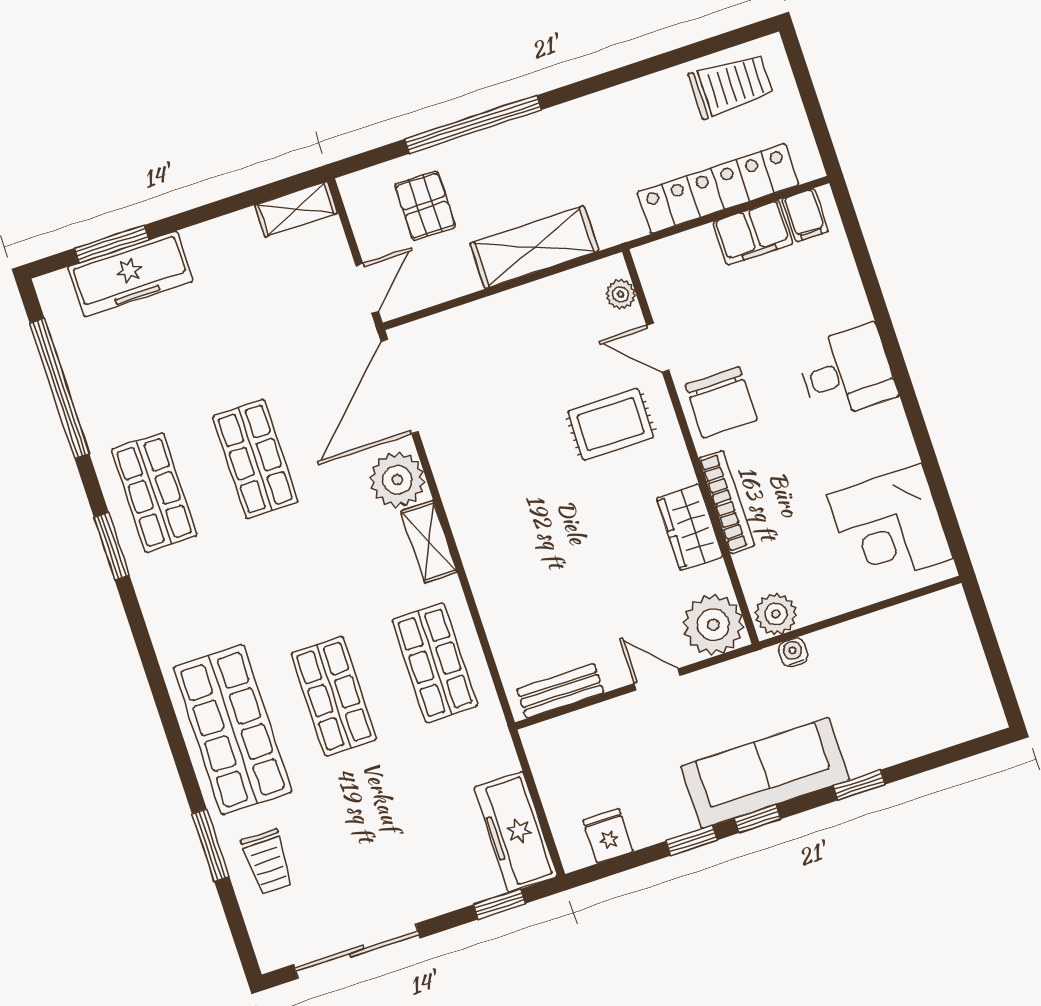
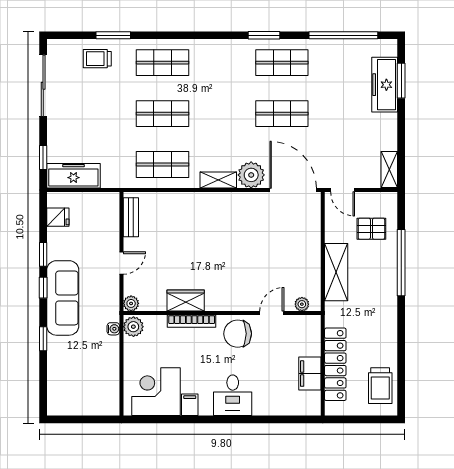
filing cabinet: (805, 215) -> (190, 405), moved, turned 90
rug: (611, 424) -> (244, 280), removed
plant: (713, 625) -> (131, 303), width x0.53, depth x0.53
shop shelf: (233, 730) -> (162, 63), width x0.70, depth x0.74

